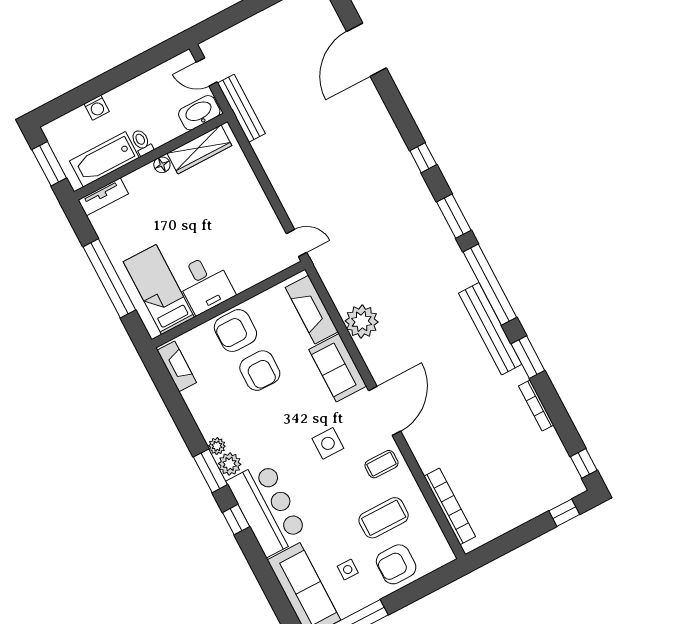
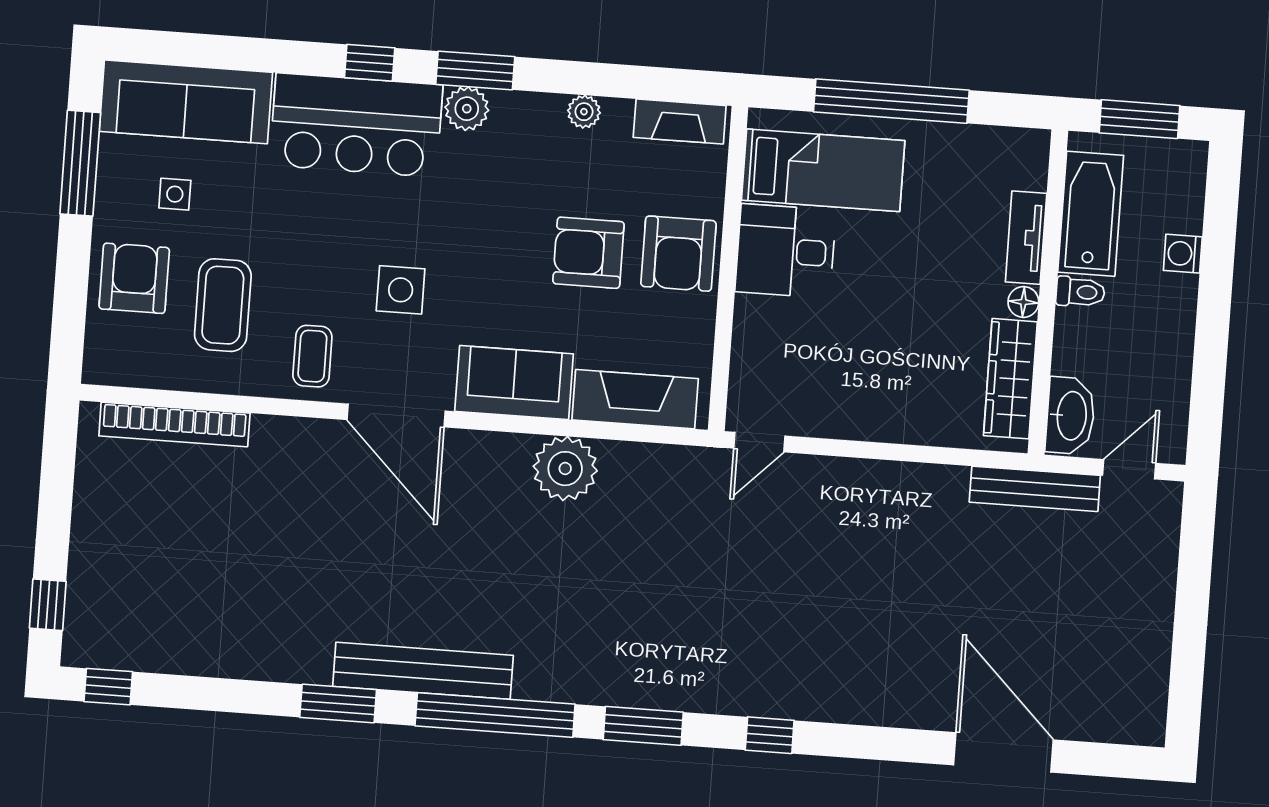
tv unit: (103, 197) -> (1026, 238), moved
armchair: (235, 331) -> (678, 254), turned 180
bookcase: (536, 405) -> (251, 668), removed
plant: (217, 446) -> (584, 112), moved

